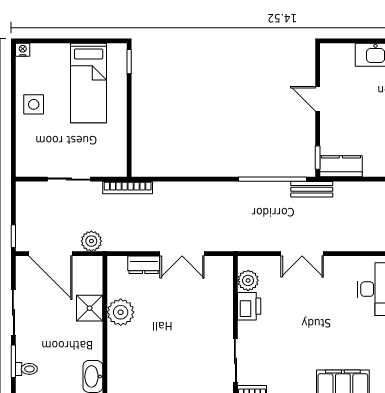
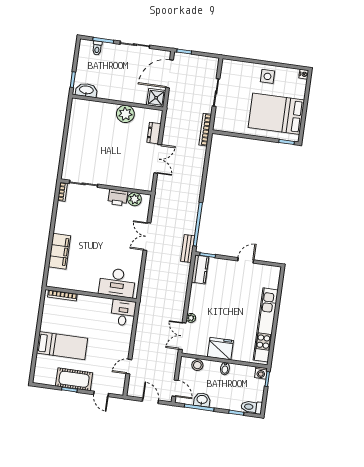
bed: (89, 83) -> (276, 114), width x1.50
plant: (91, 241) -> (174, 101), removed
double door: (182, 254) -> (158, 159), swing flipped
shower: (90, 308) -> (156, 98), moved

